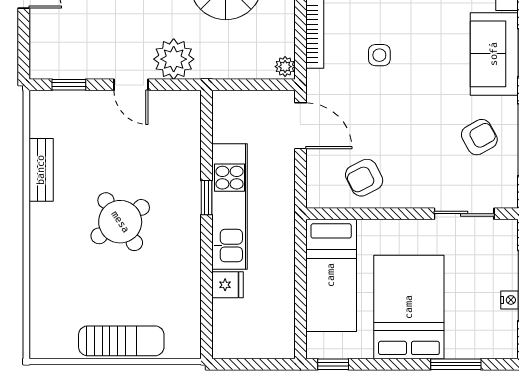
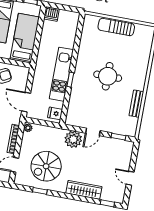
door: (131, 85) -> (93, 132), swing flipped
round table: (120, 222) -> (108, 76), turned 34
fridge: (228, 285) -> (55, 113), moved
dishwasher: (279, 344) -> (51, 14), added

